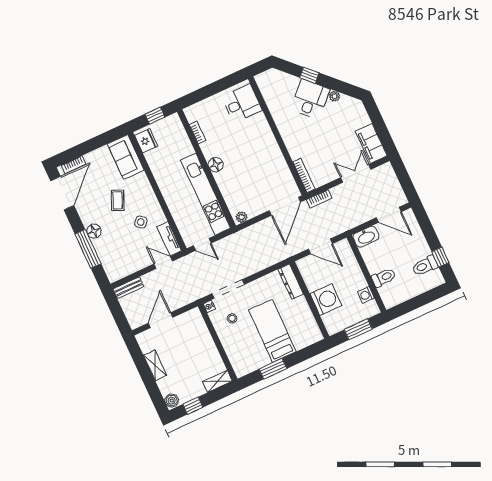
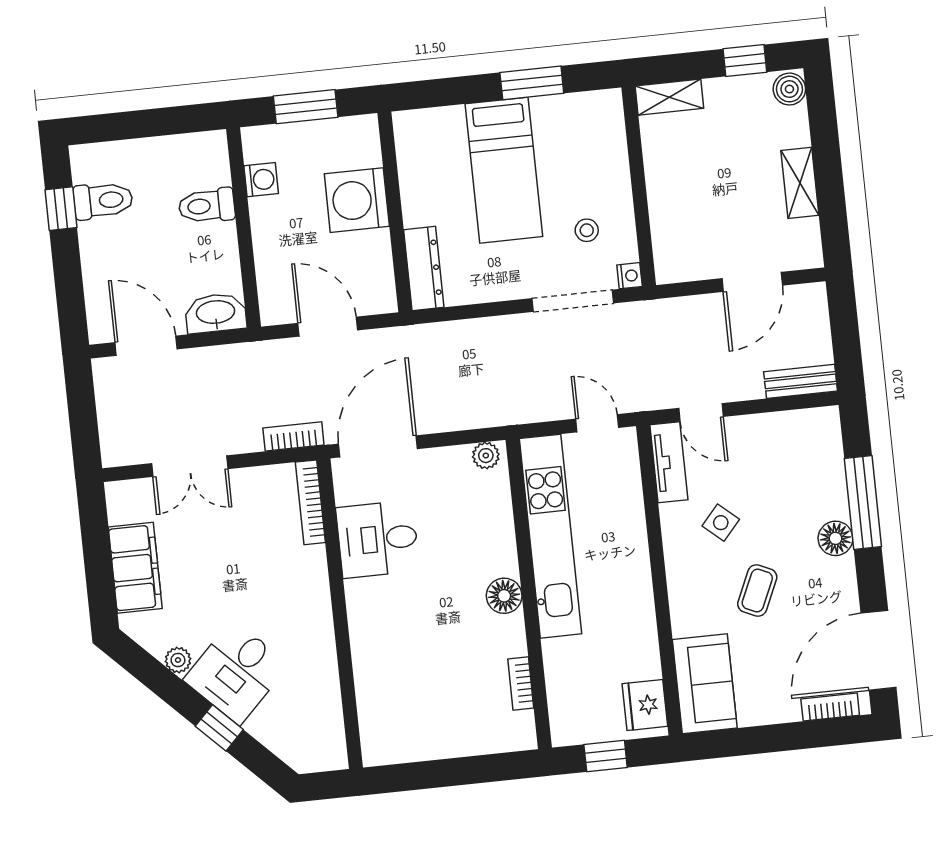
desk: (242, 103) -> (378, 539), moved
filing cabinet: (371, 143) -> (135, 568), moved

